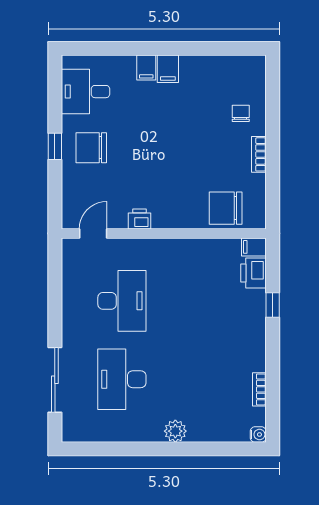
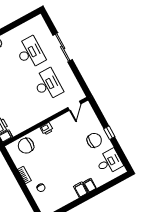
chair: (226, 208) -> (26, 146), turned 180
printer: (139, 219) -> (47, 129), moved
desk: (122, 301) -> (48, 85), turned 180
sliding door: (55, 380) -> (63, 47), moved

